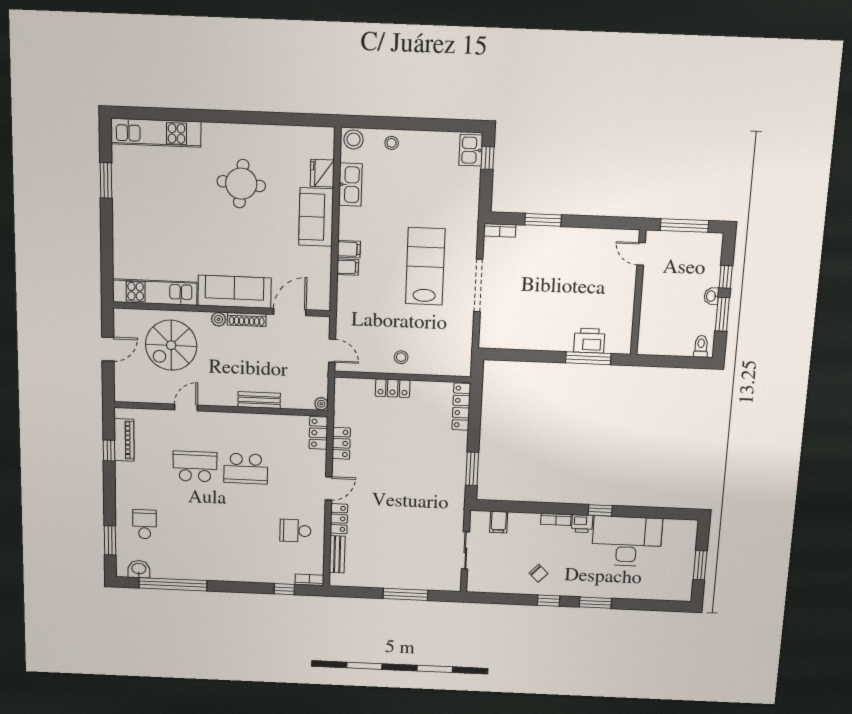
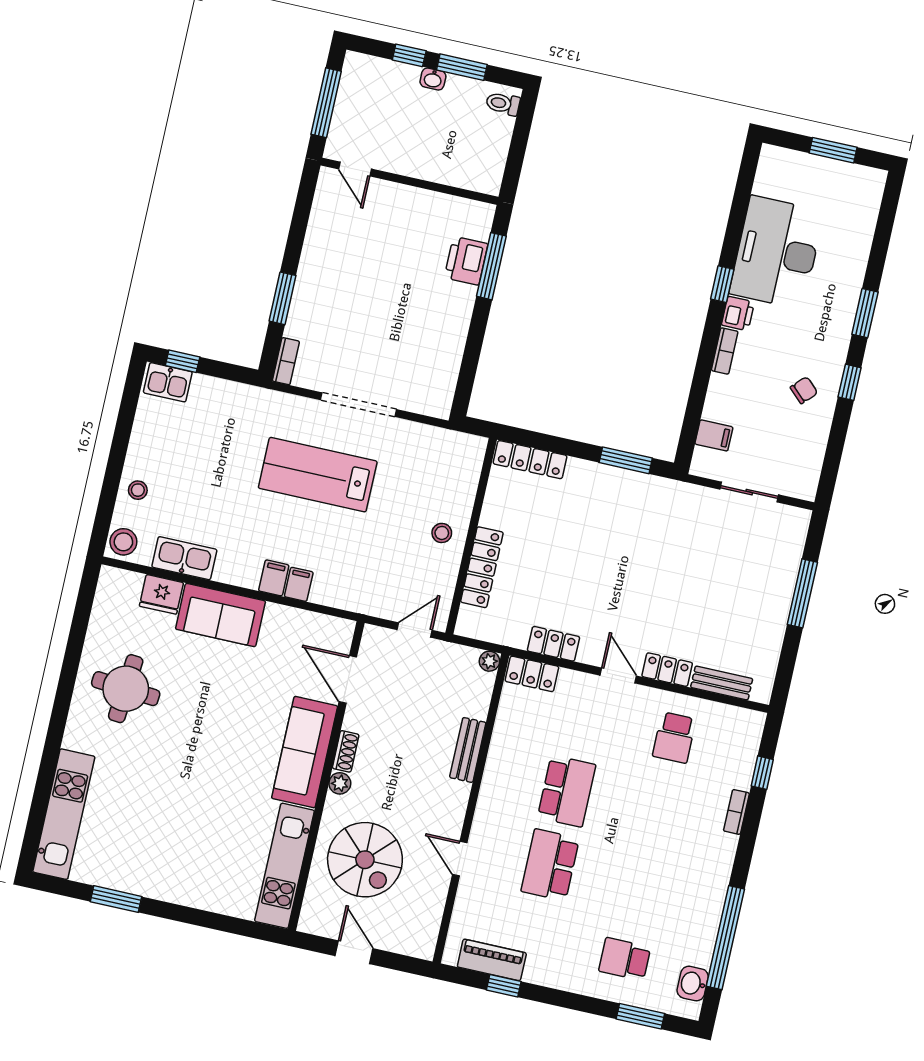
round table: (241, 184) -> (126, 689), moved
door: (641, 254) -> (355, 169), hinge flipped
shoe rack: (247, 320) -> (346, 751), width x0.70
locker: (393, 388) -> (482, 567), width x1.53
bookcase: (309, 580) -> (736, 812), moved

